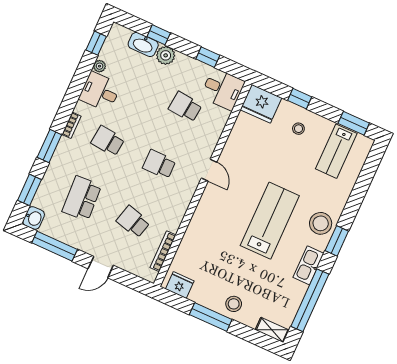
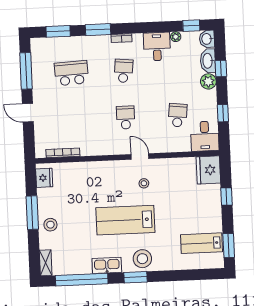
stool: (298, 129) -> (144, 183), moved
door: (209, 170) -> (140, 156), swing flipped
washbasin: (34, 218) -> (207, 39), moved, turned 90
lab bench: (270, 221) -> (125, 220), turned 180
school desk: (133, 222) -> (73, 120), removed

